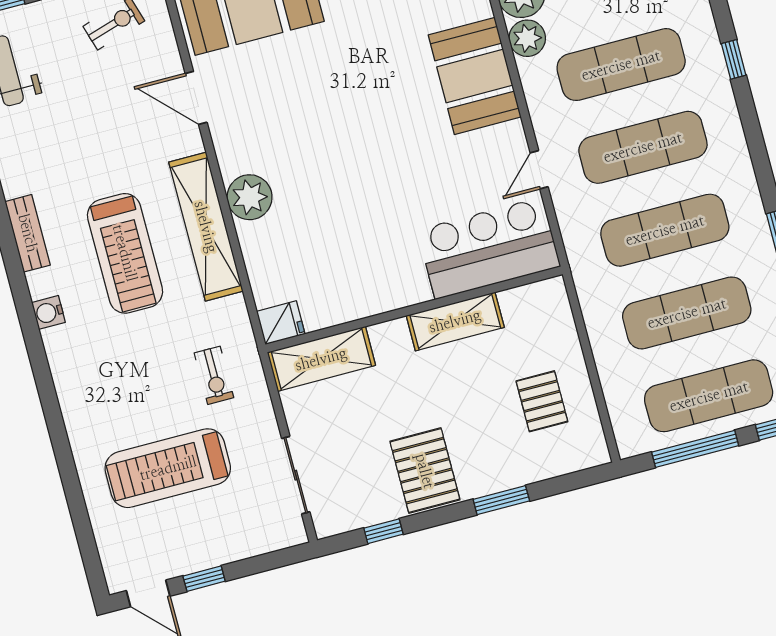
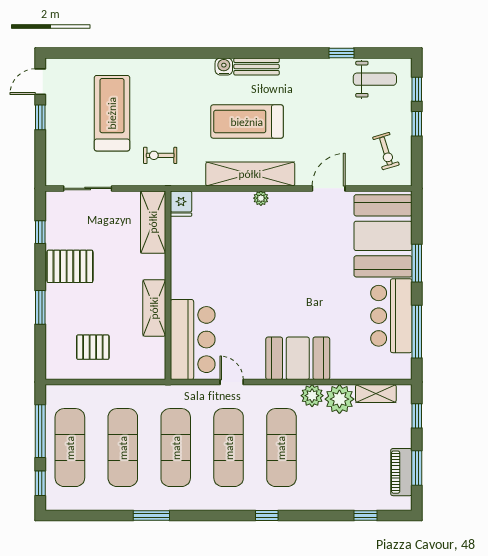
plant: (250, 197) -> (261, 198), width x0.53, depth x0.53
bench: (28, 233) -> (257, 67), moved

